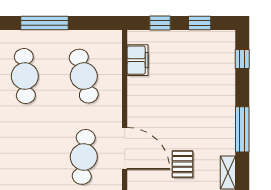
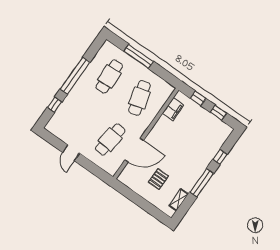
window: (242, 59) -> (220, 157), moved
door: (125, 149) -> (134, 150), hinge flipped

